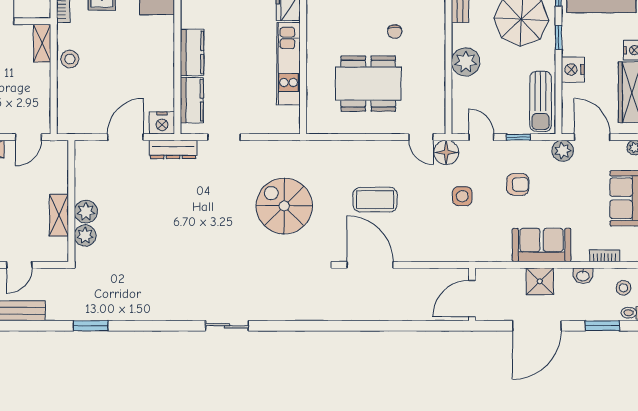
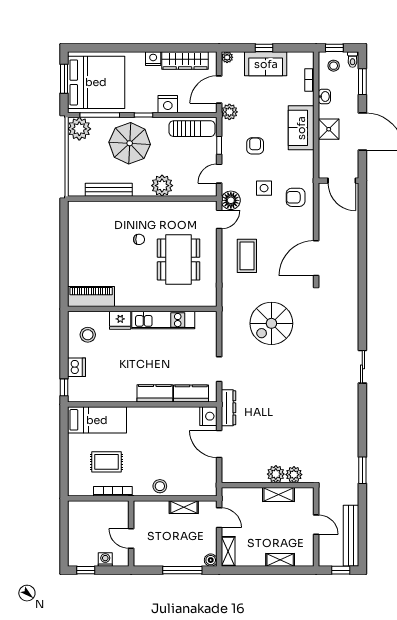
shelving: (42, 43) -> (184, 507), moved
coffee table: (375, 200) -> (247, 256), moved
armchair: (450, 238) -> (296, 197), added

